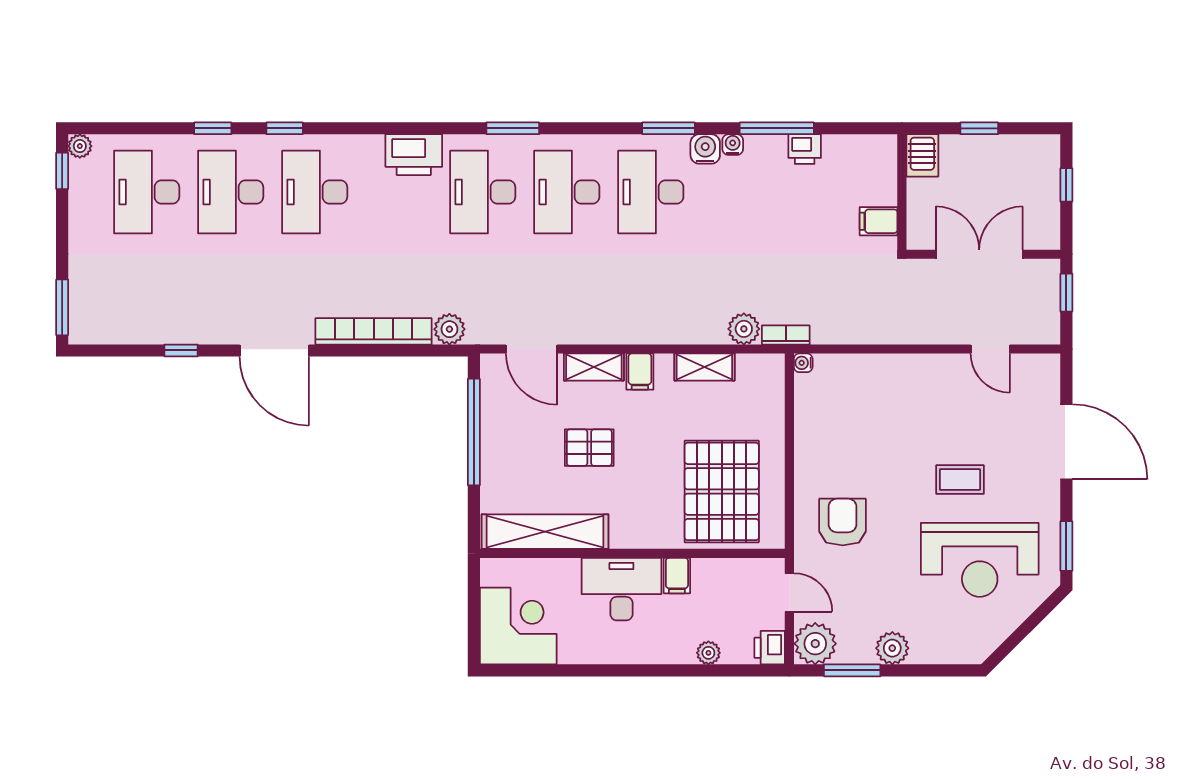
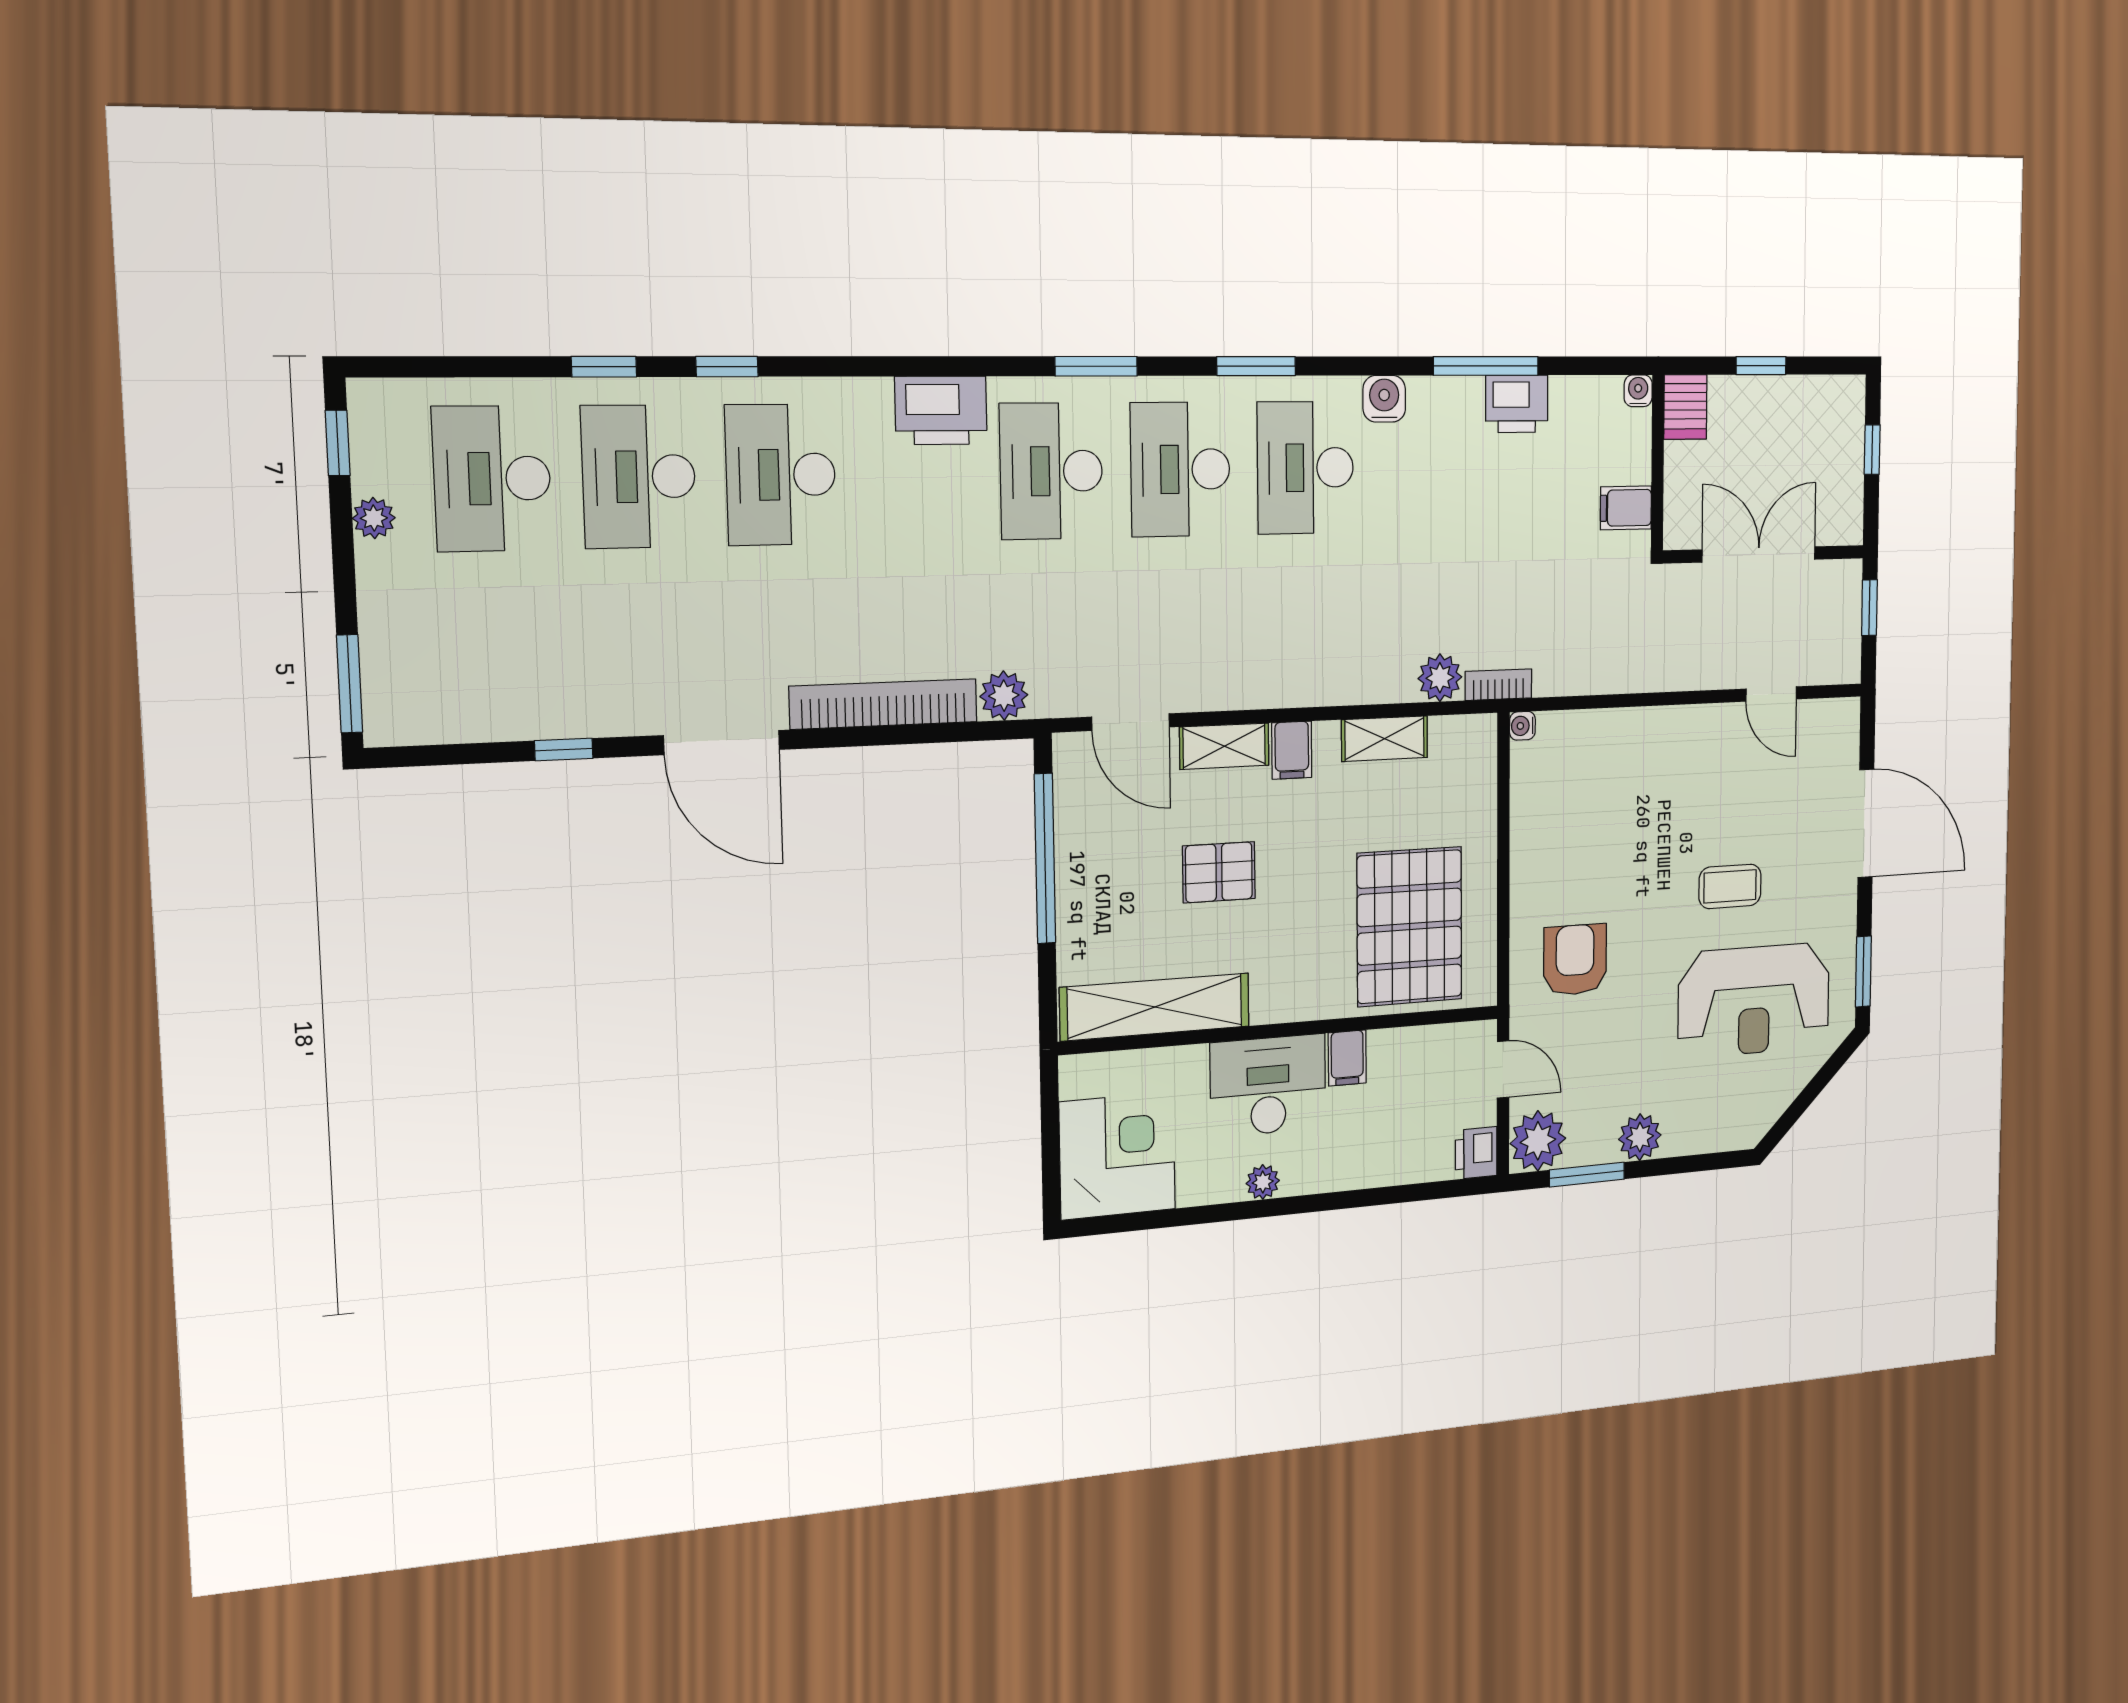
window: (668, 128) -> (1256, 366), moved
water cooler: (733, 145) -> (1638, 391), moved
plant: (80, 146) -> (374, 518), moved
printer: (805, 149) -> (1517, 404), width x1.36, depth x1.24
plant: (708, 653) -> (1263, 1182), moved

